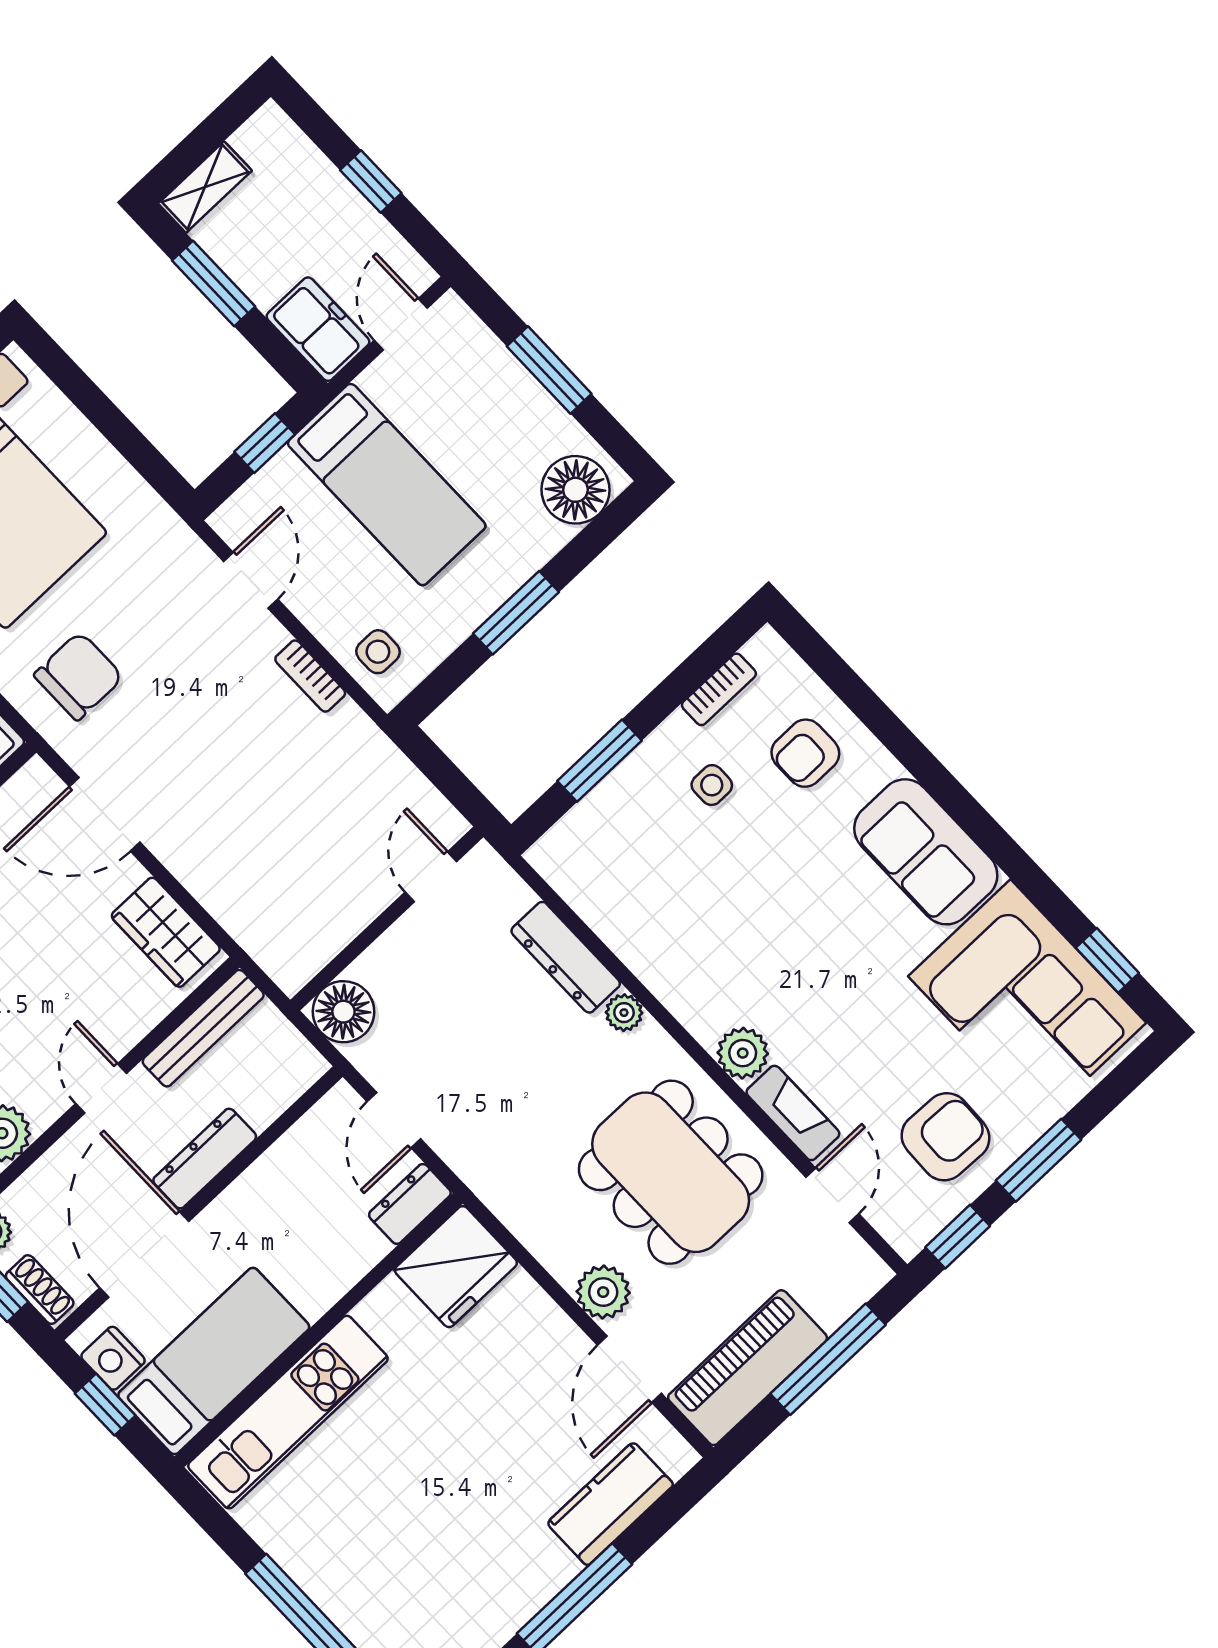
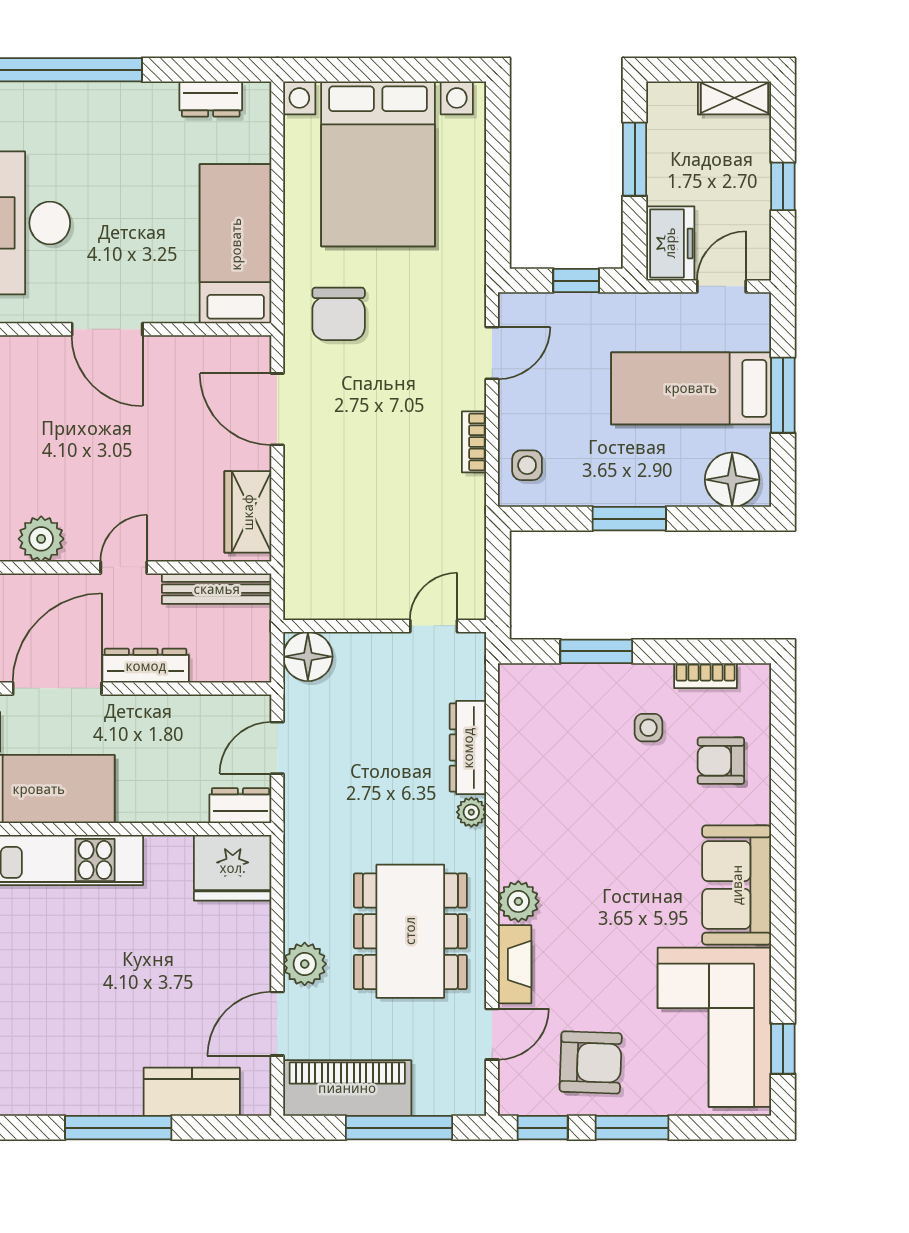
shelving: (205, 187) -> (735, 98), moved
bed: (387, 485) -> (691, 388), moved, turned 90
chair: (79, 676) -> (339, 314), turned 90

